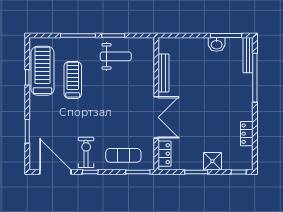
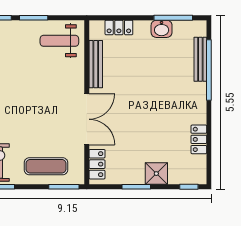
locker: (182, 43) -> (119, 27), added
bench: (248, 55) -> (200, 59), moved
weight bench: (116, 56) -> (59, 41), moved, turned 180

